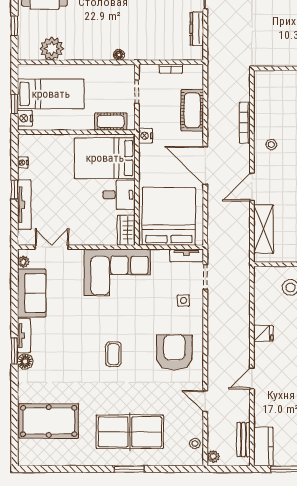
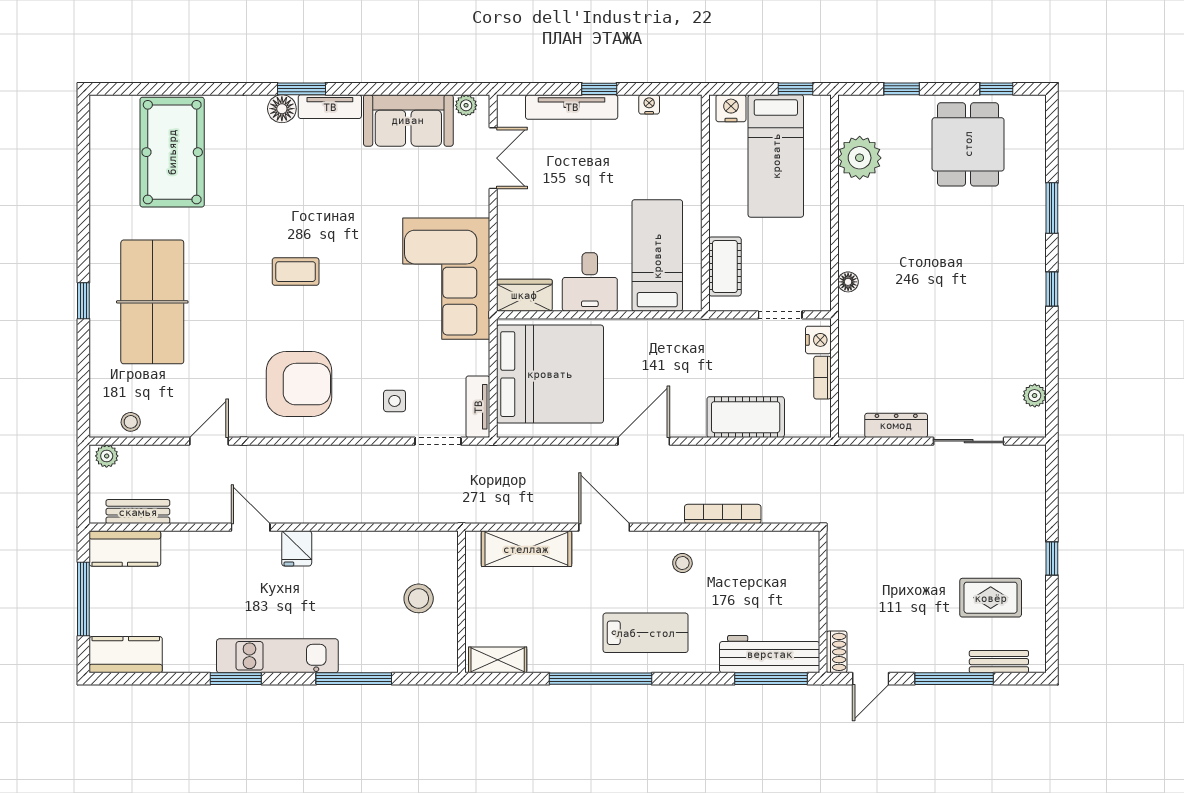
window: (14, 104) -> (796, 89), moved
nightstand: (146, 136) -> (818, 340), moved, turned 90
bed: (105, 158) -> (657, 256), width x0.67
door: (205, 166) -> (644, 441), width x0.73
fridge: (263, 333) -> (297, 548), moved
window: (129, 469) -> (83, 301), width x0.67

